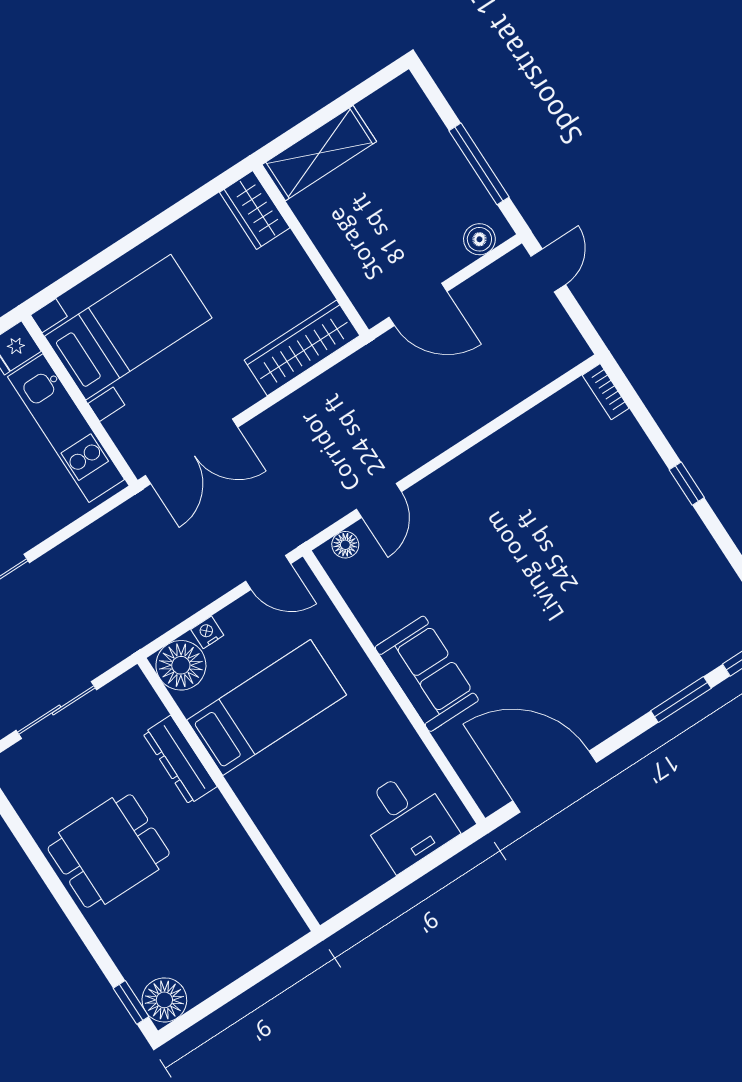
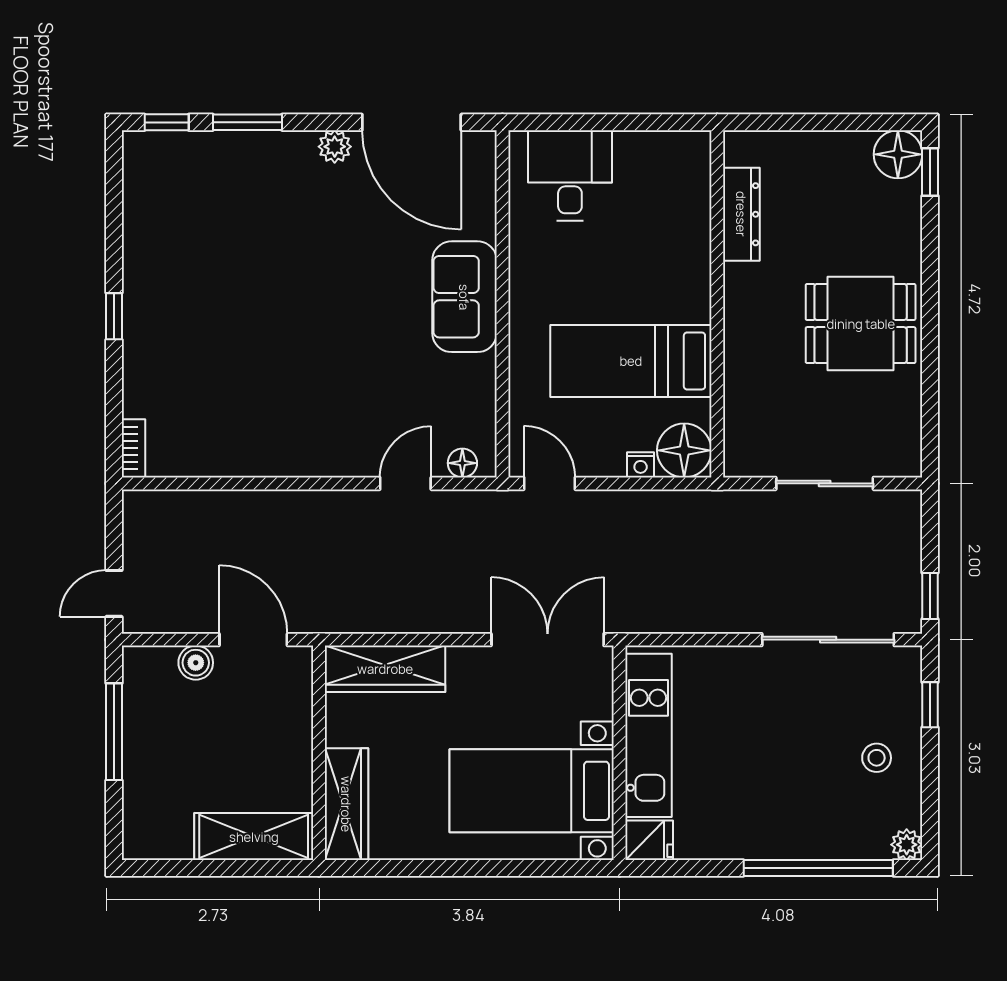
wardrobe: (255, 210) -> (346, 804), width x1.50
boiler: (479, 239) -> (196, 663), moved
plant: (602, 724) -> (335, 147), added
dresser: (180, 760) -> (741, 214), moved

